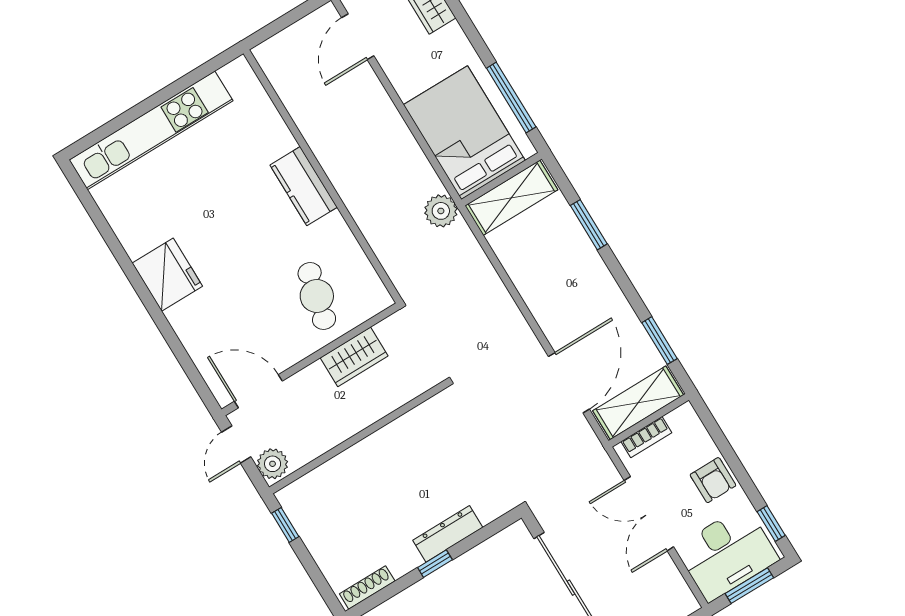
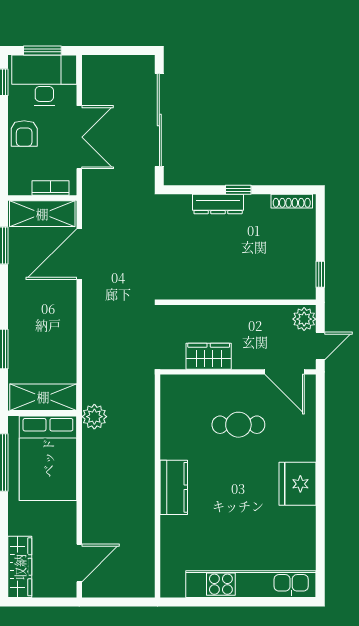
cafe table: (317, 296) -> (238, 425), moved, turned 76
armchair: (713, 480) -> (24, 134), turned 180

